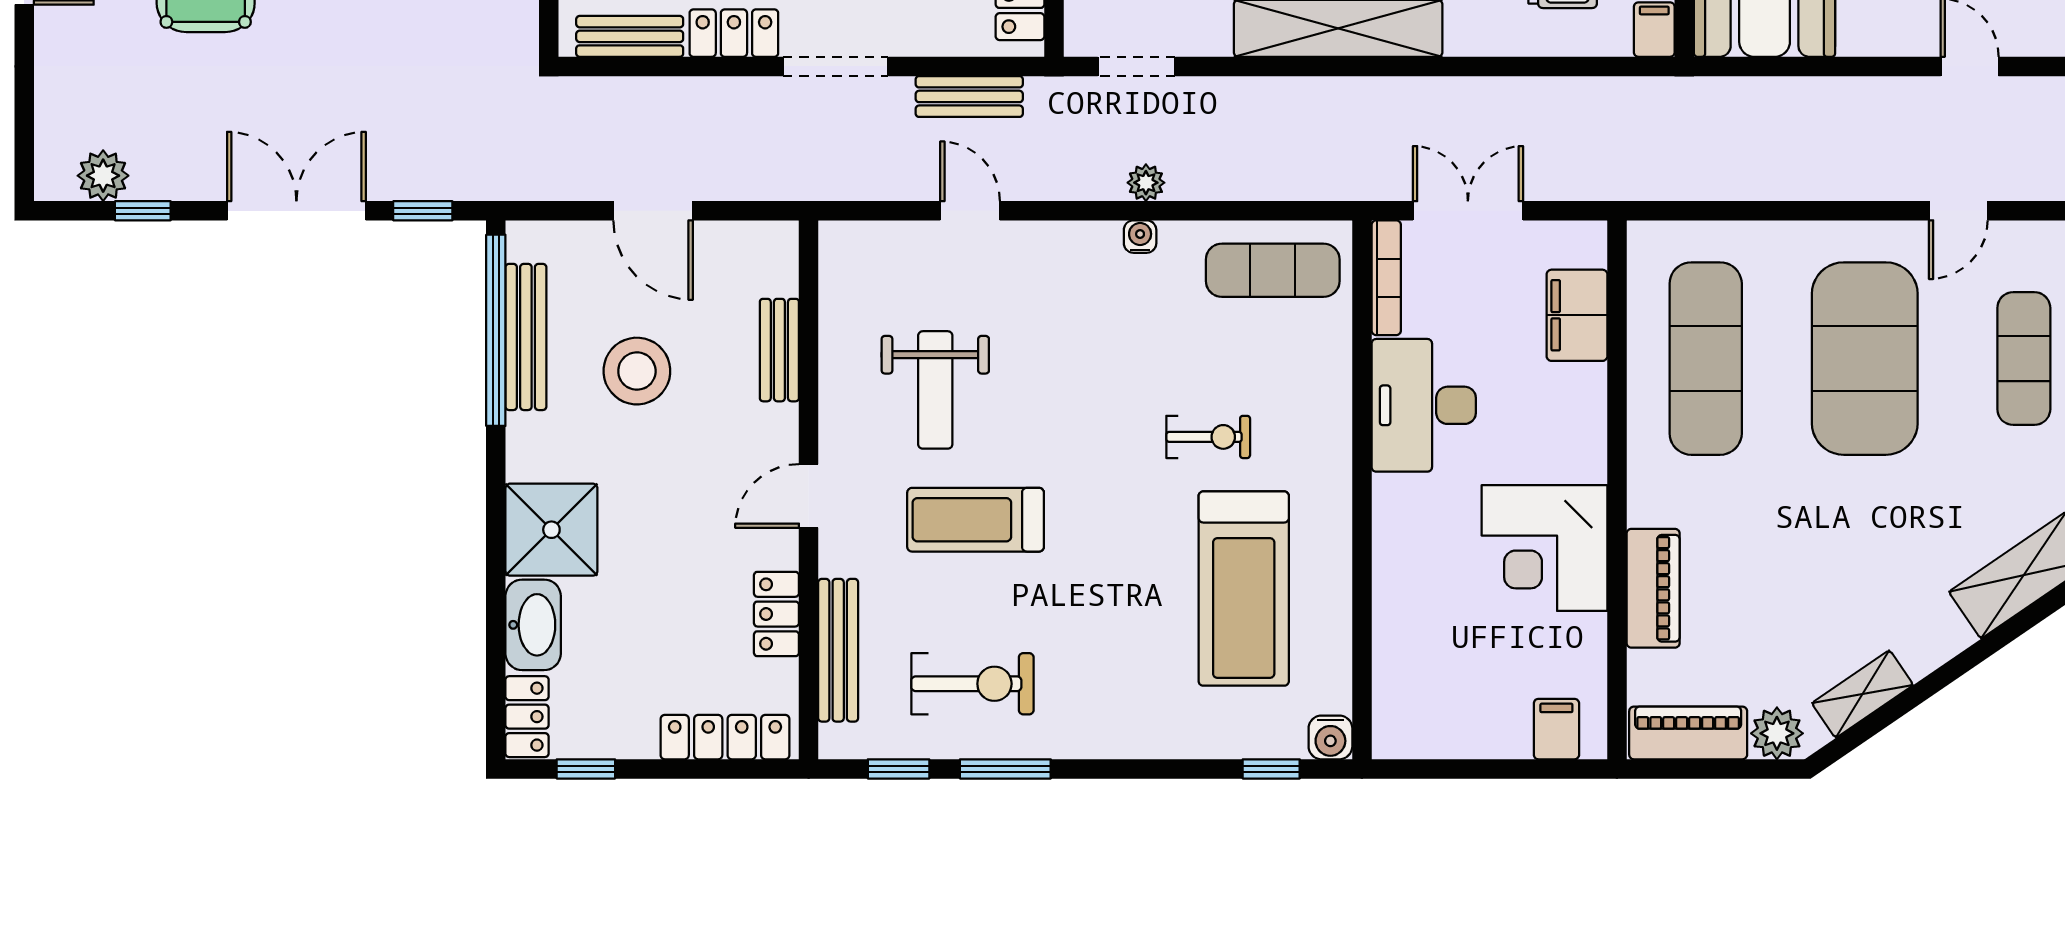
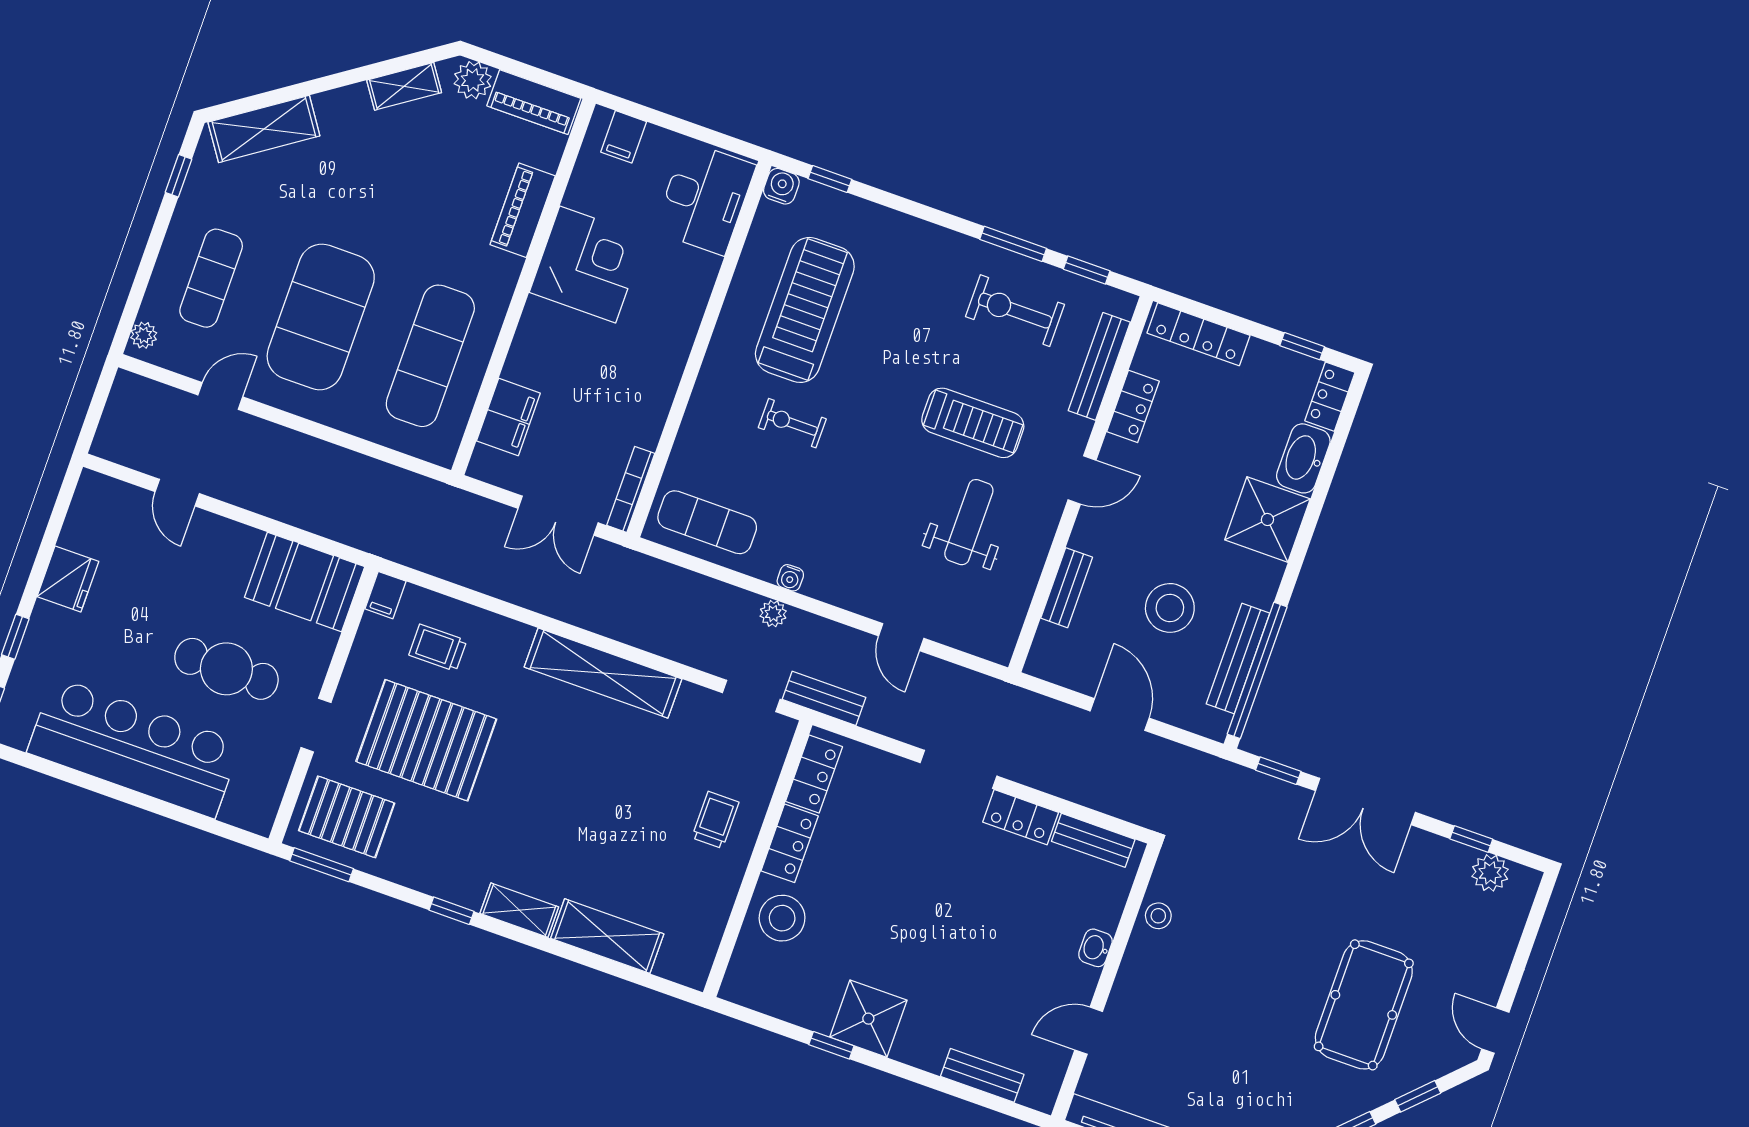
bench: (969, 96) -> (824, 698), moved
desk: (1424, 405) -> (705, 198), moved

